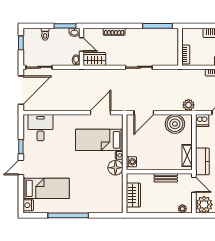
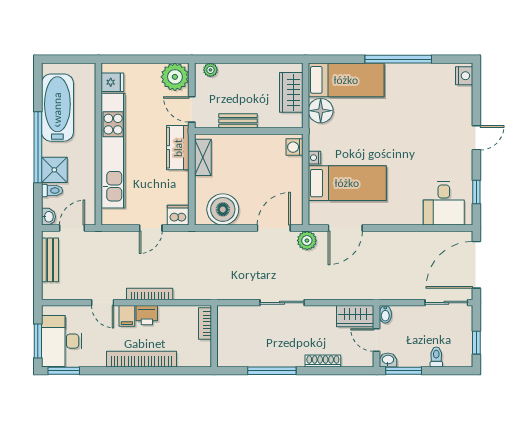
window: (158, 26) -> (272, 371), moved
plant: (189, 105) -> (307, 241), moved
window: (21, 147) -> (476, 192), moved
floor lamp: (115, 168) -> (321, 111), moved
bed: (46, 188) -> (346, 80), moved, turned 180

